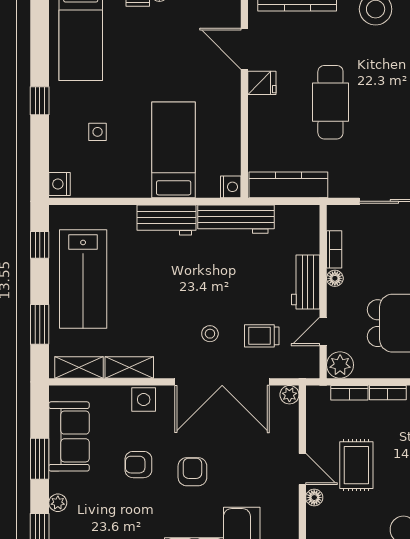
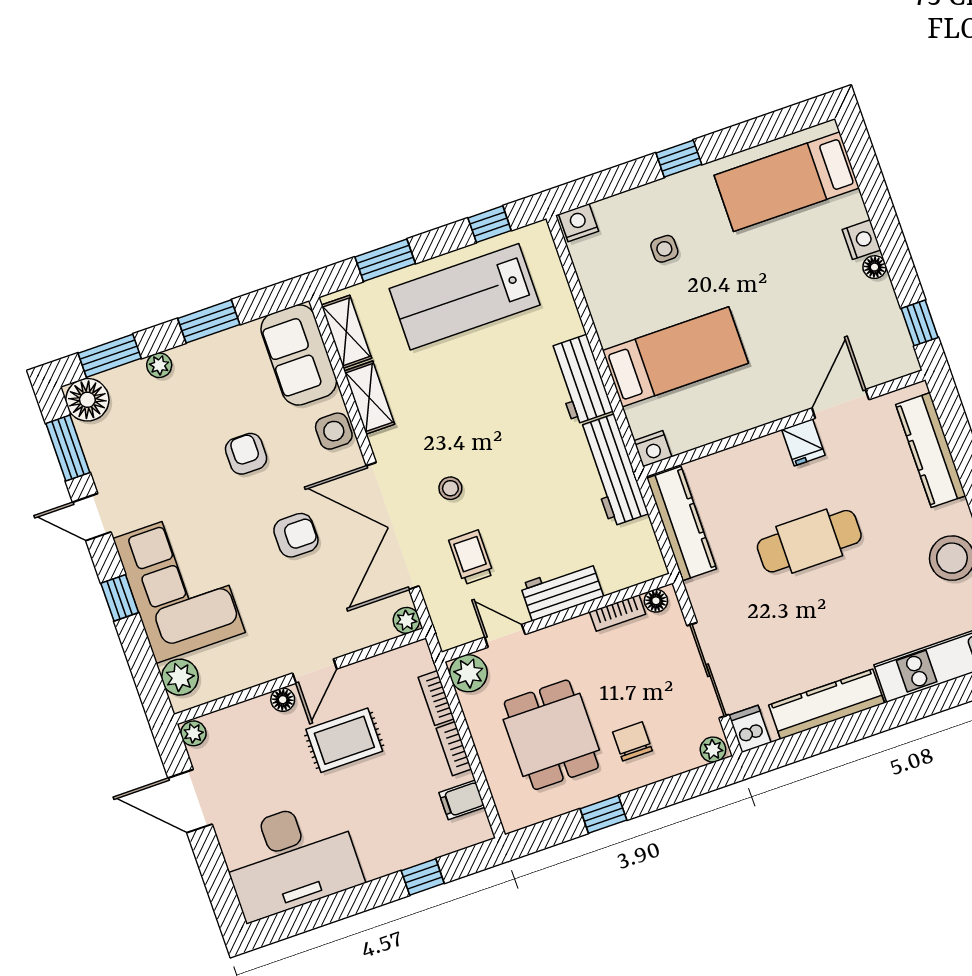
floor lamp: (335, 278) -> (656, 601), moved
sofa: (69, 436) -> (299, 355), moved, turned 90
armchair: (192, 472) -> (296, 535), moved

